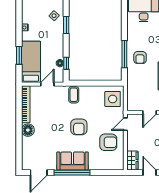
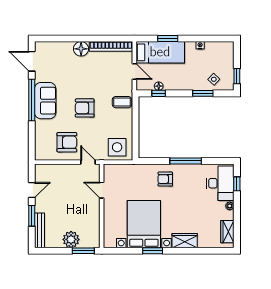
window: (124, 54) -> (186, 161), moved
armchair: (108, 142) -> (67, 142), turned -90
wardrobe: (132, 161) -> (46, 170), removed

